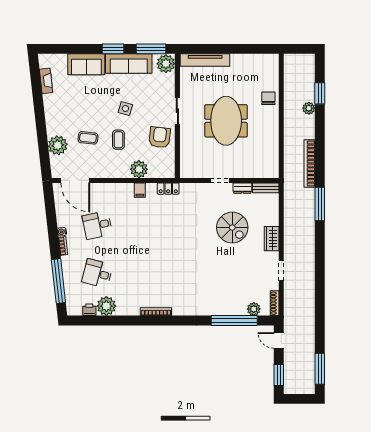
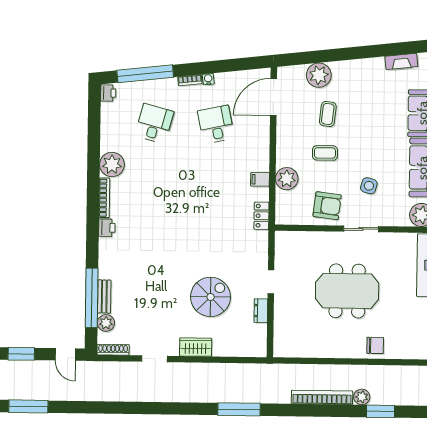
side table: (125, 109) -> (369, 186), moved
bookcase: (310, 164) -> (322, 397), moved
bench: (266, 188) -> (104, 296), moved
spiral stairs: (232, 228) -> (211, 297), turned 180
plant: (106, 306) -> (112, 164), moved
printer: (179, 309) -> (107, 228), added
printer: (89, 310) -> (108, 93), moved
door: (279, 340) -> (65, 354), swing flipped

